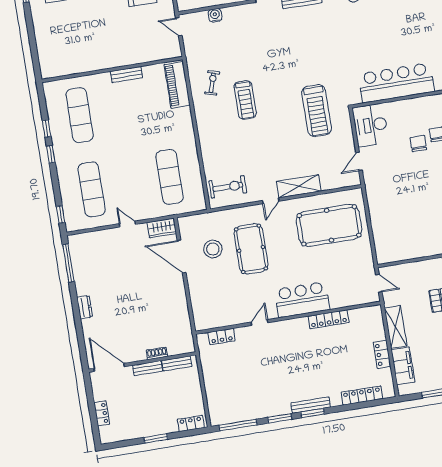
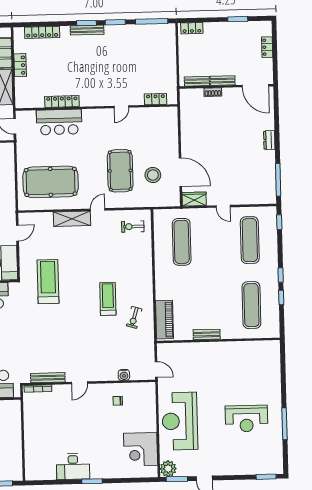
exercise bike: (228, 187) -> (133, 227), width x0.73, depth x0.72
bar counter: (302, 300) -> (59, 122), moved
window: (156, 438) -> (238, 19), moved

